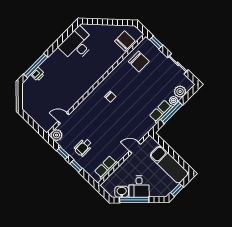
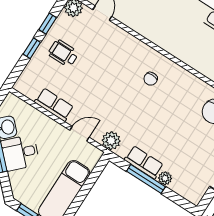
plant: (180, 92) -> (111, 141), moved
door: (135, 148) -> (80, 134), hinge flipped
row of seats: (106, 167) -> (54, 105), moved

